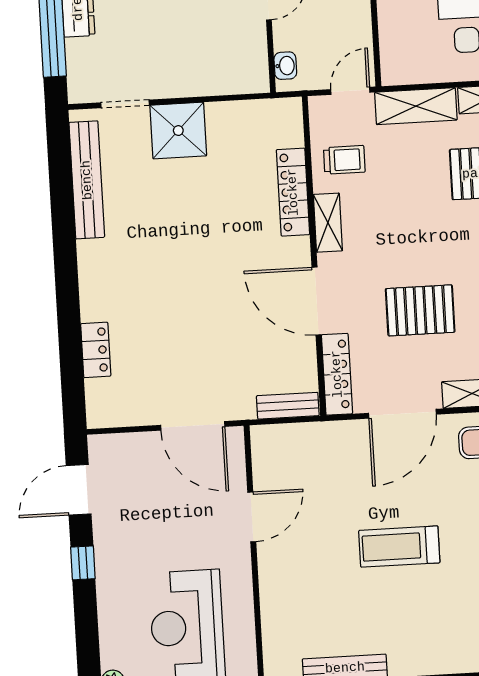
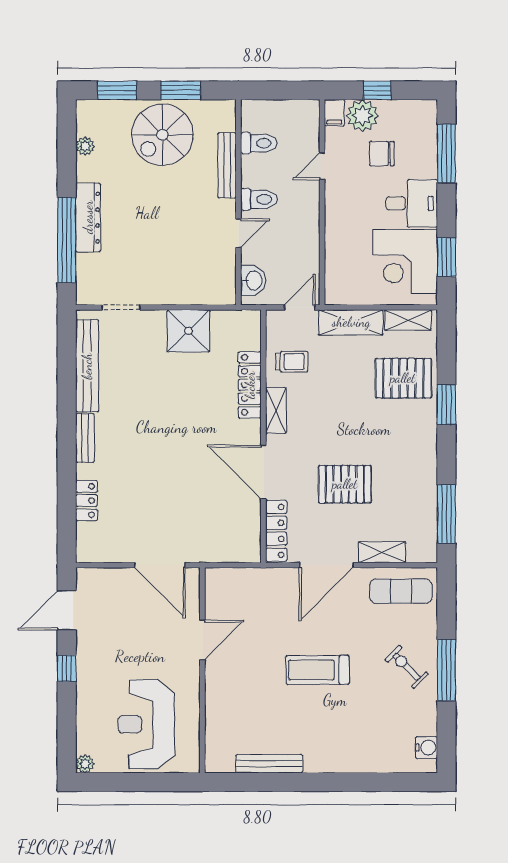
washbasin: (285, 66) -> (253, 280), width x1.38, depth x1.45
shower: (178, 131) -> (188, 331), moved
bench: (288, 406) -> (85, 438), moved, turned 90

